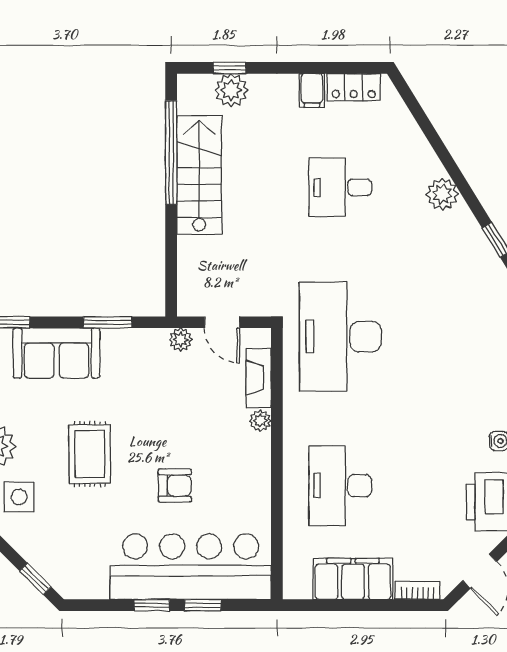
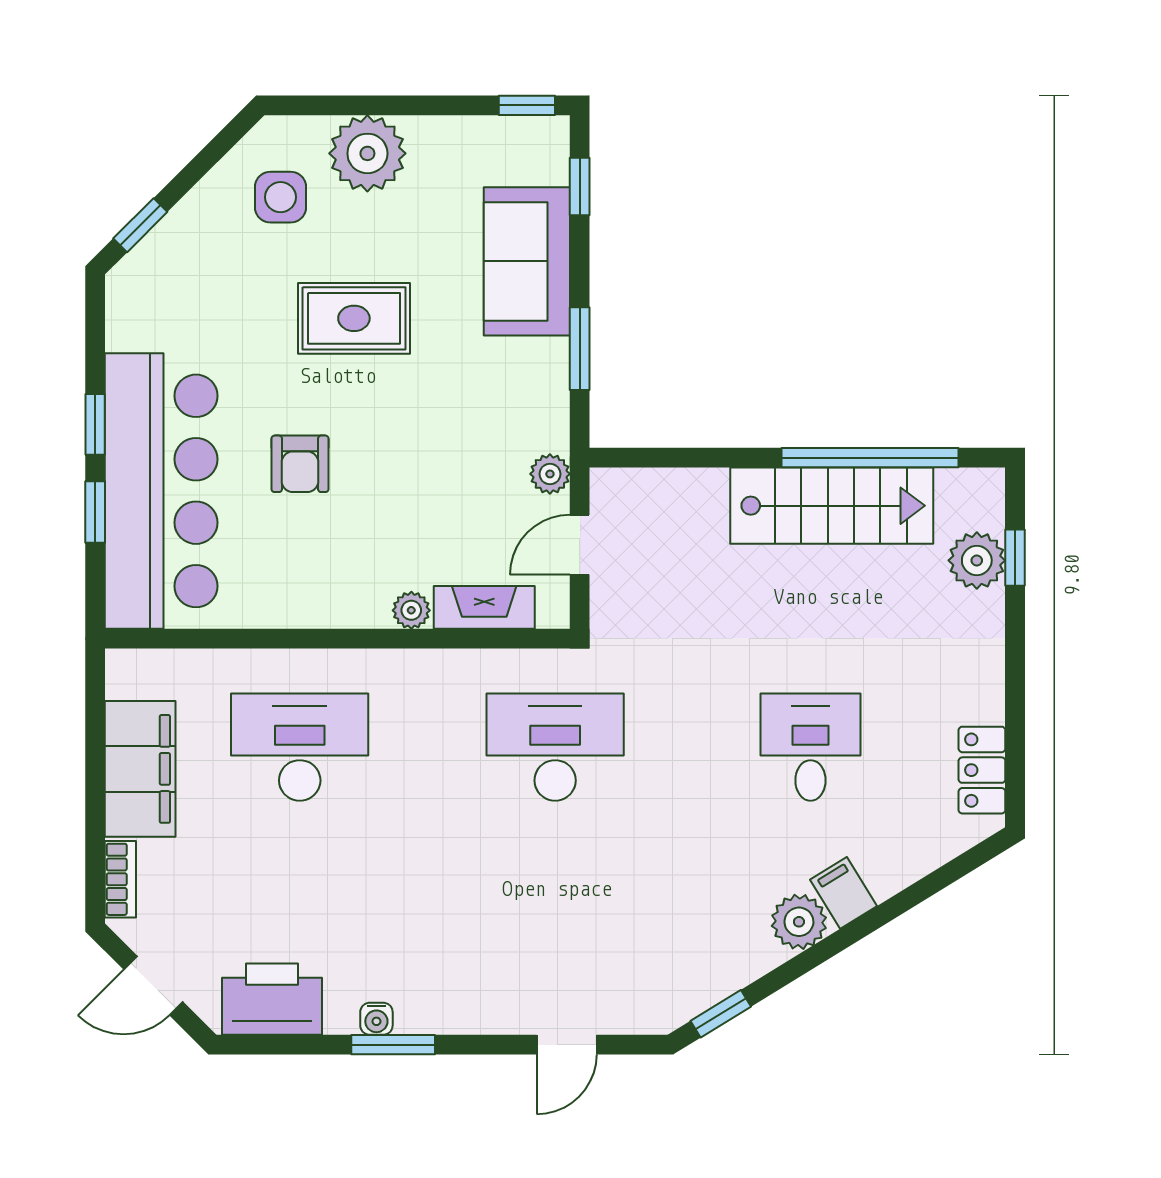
filing cabinet: (312, 91) -> (844, 893), moved, turned 58
desk: (340, 337) -> (555, 747), width x0.73, depth x0.77

